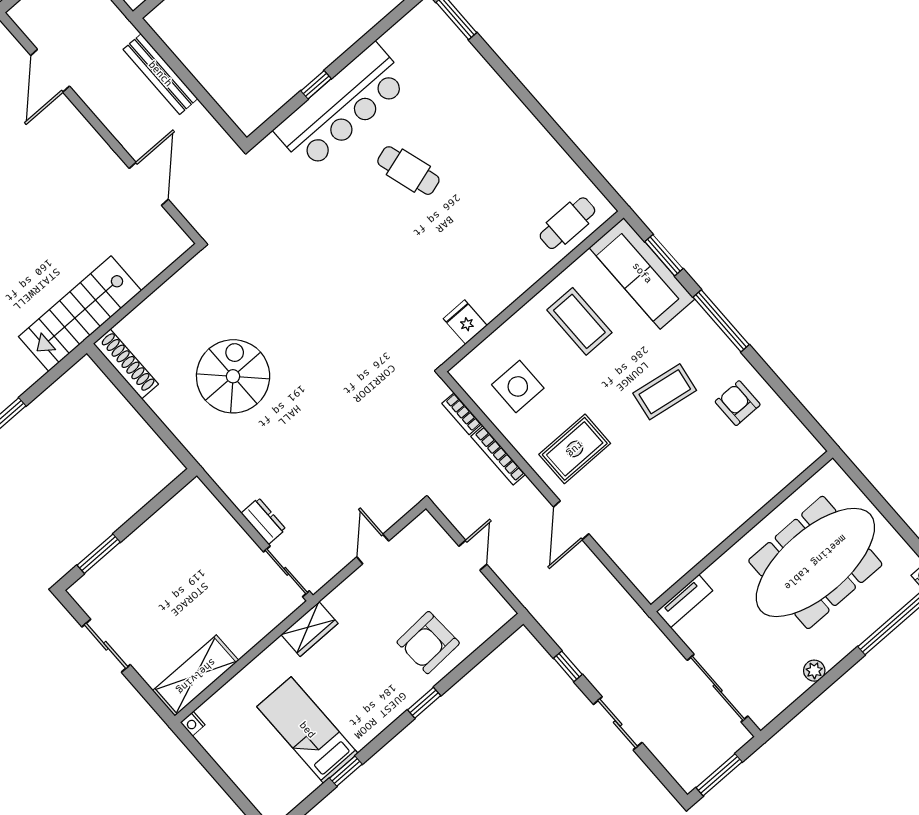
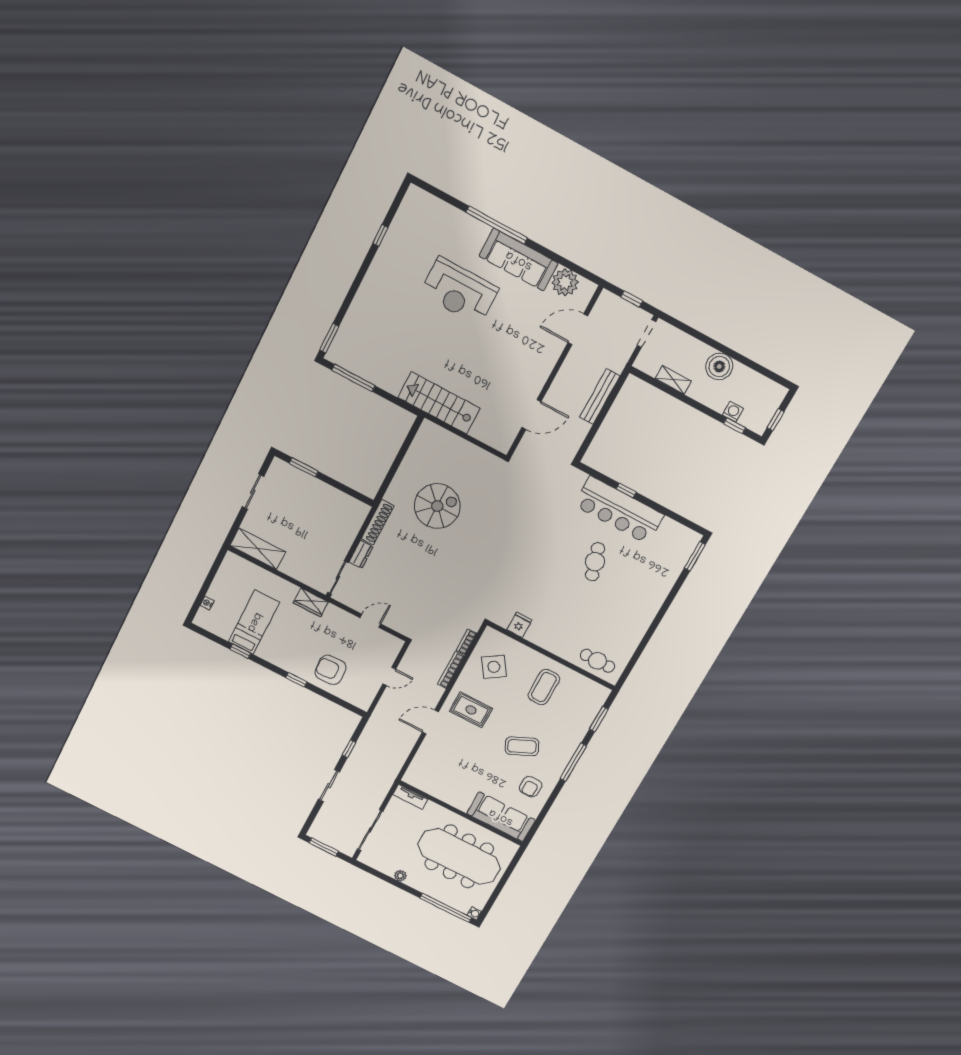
sofa: (642, 273) -> (501, 817), moved, turned 90
shoe rack: (126, 364) -> (378, 522), moved
side table: (518, 386) -> (494, 667), turned -34
coffee table: (665, 392) -> (522, 746), turned -34
armchair: (738, 403) -> (531, 787), turned 180
nightstand: (193, 724) -> (207, 603), moved

